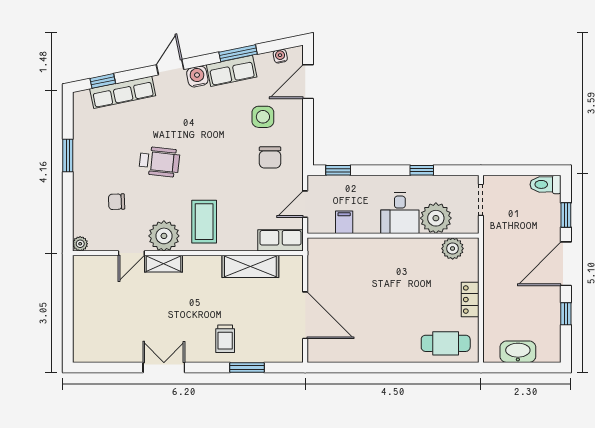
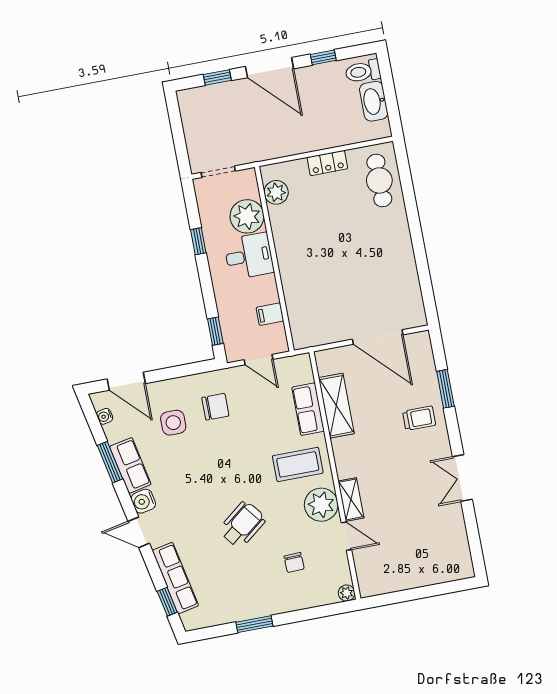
wheelchair: (159, 162) -> (242, 525), turned 46
toilet: (546, 184) -> (363, 71), moved, turned 90
row of seats: (280, 240) -> (308, 409), moved
door: (305, 315) -> (378, 337), swing flipped

